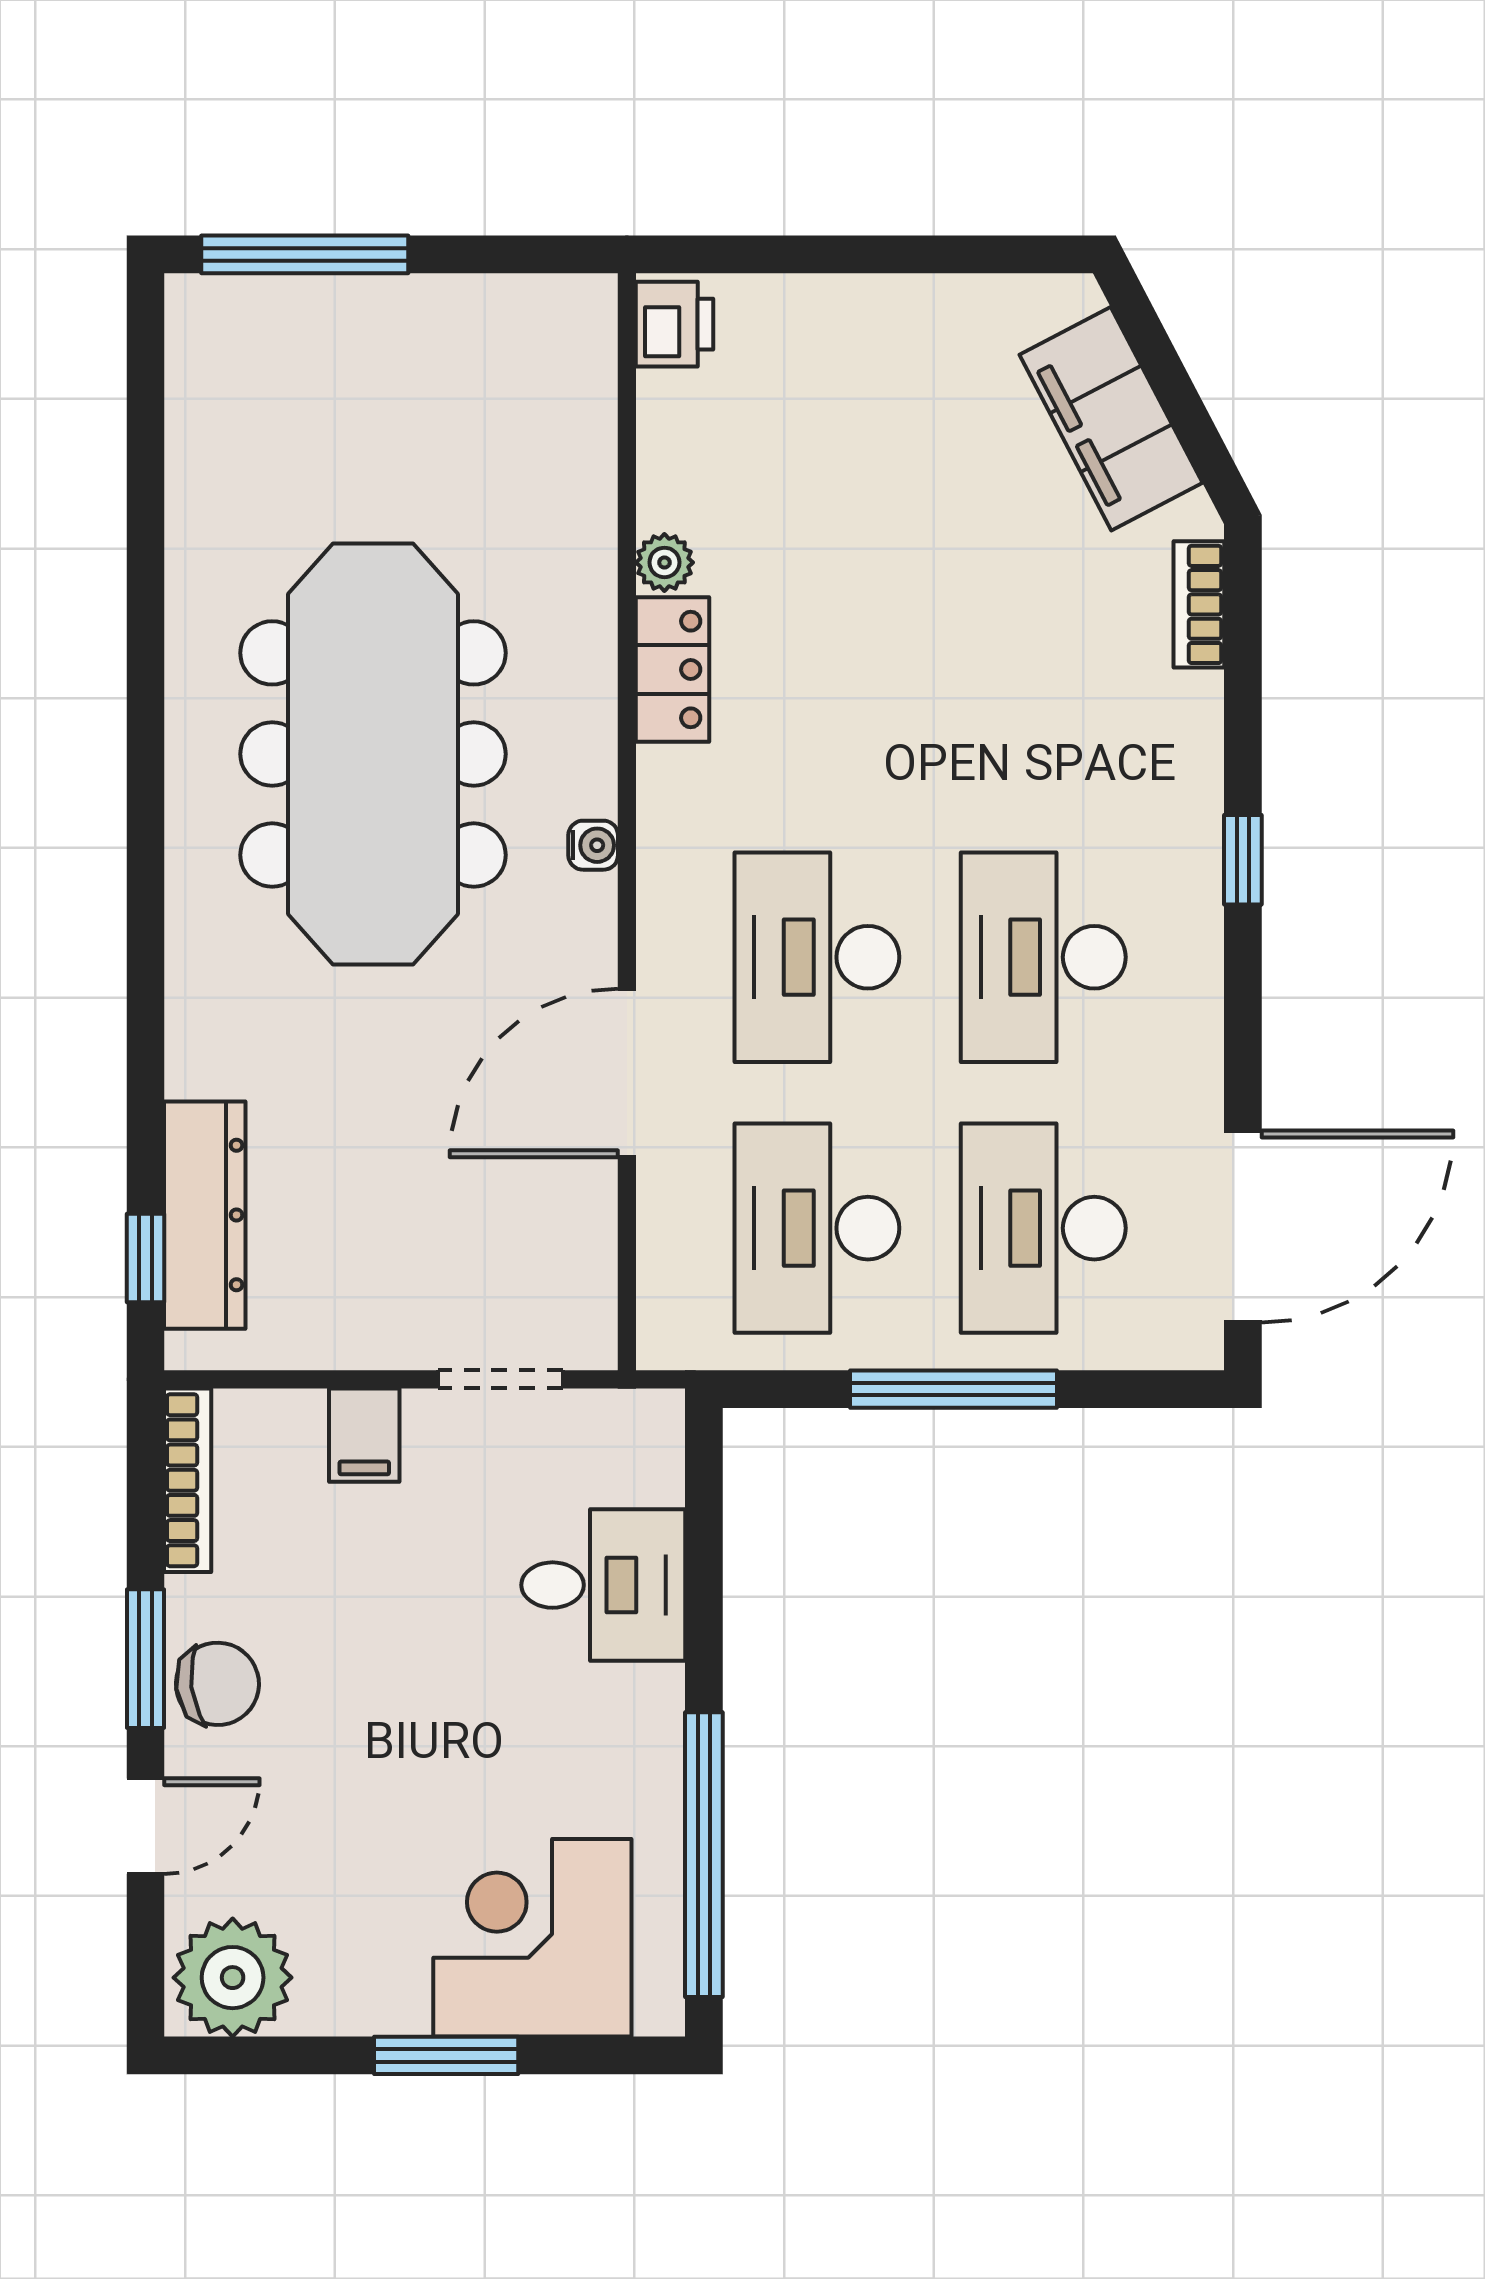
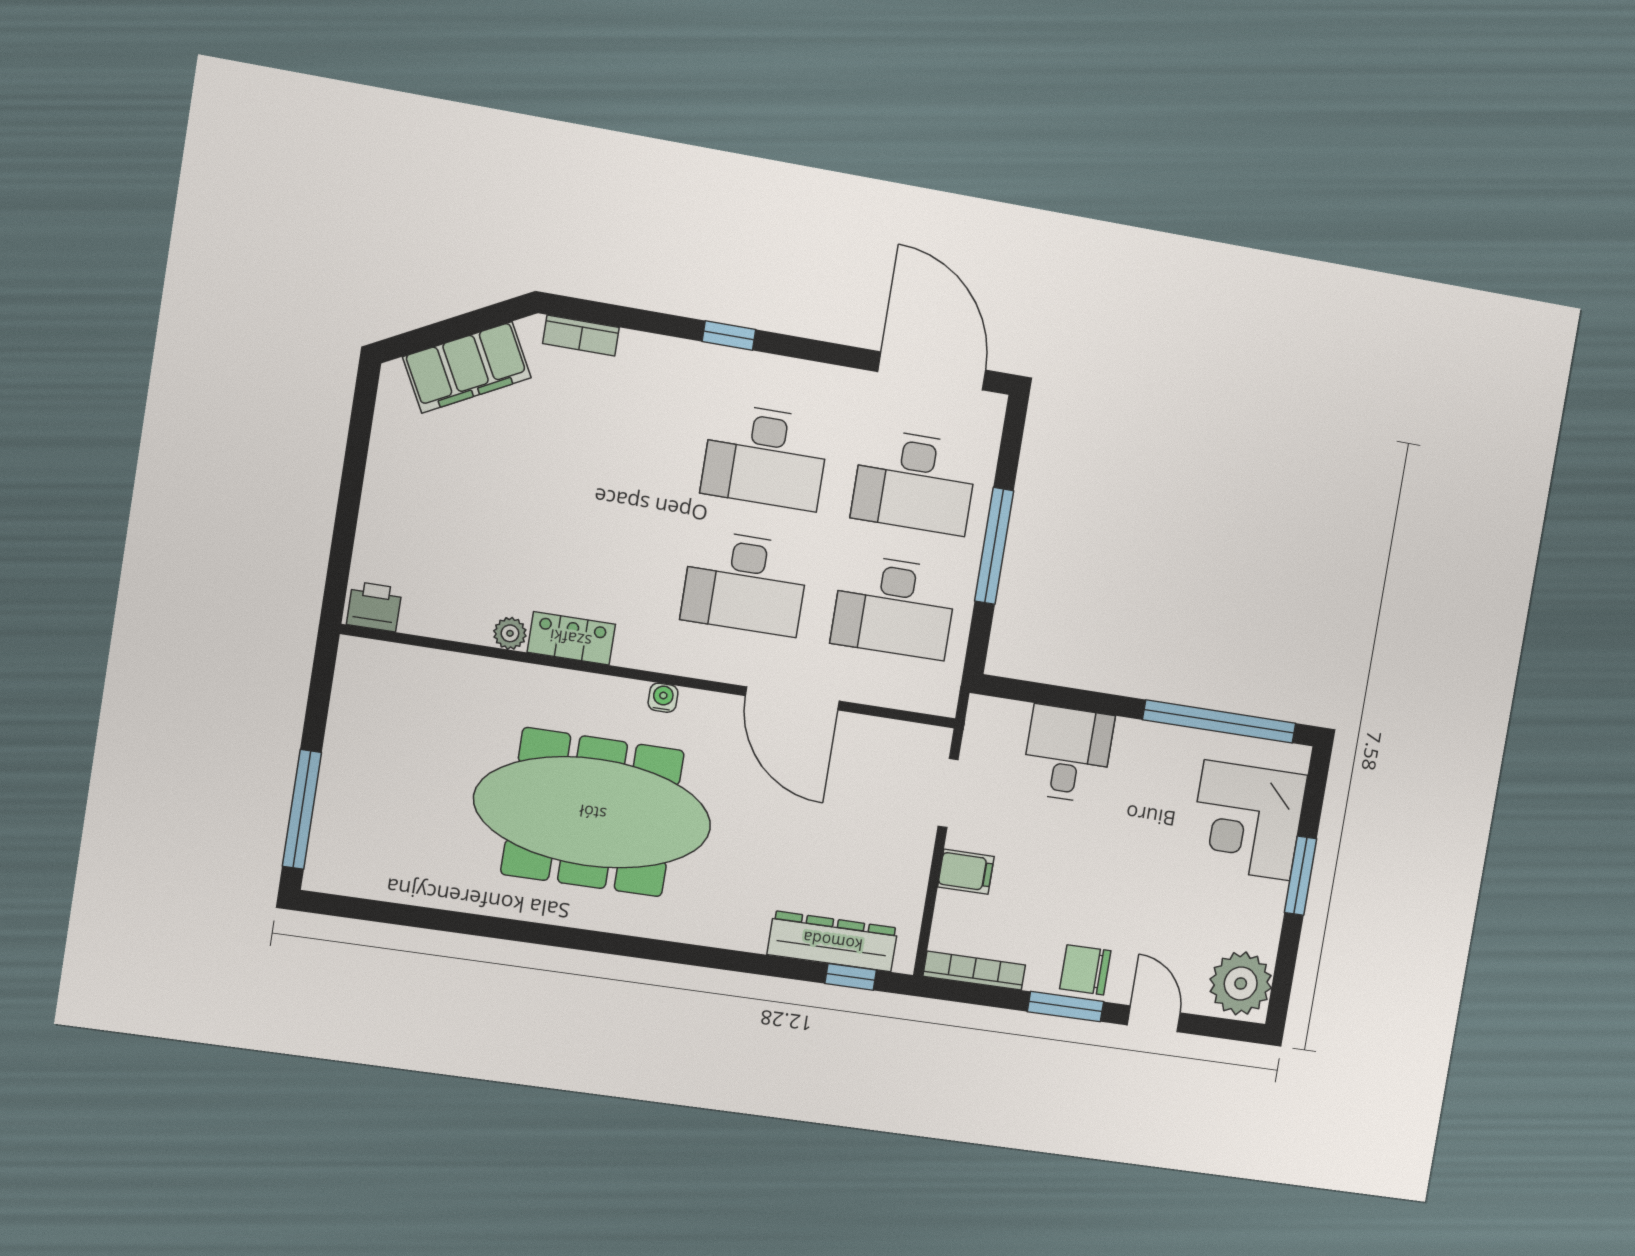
chair: (217, 1684) -> (1085, 970), turned -83

